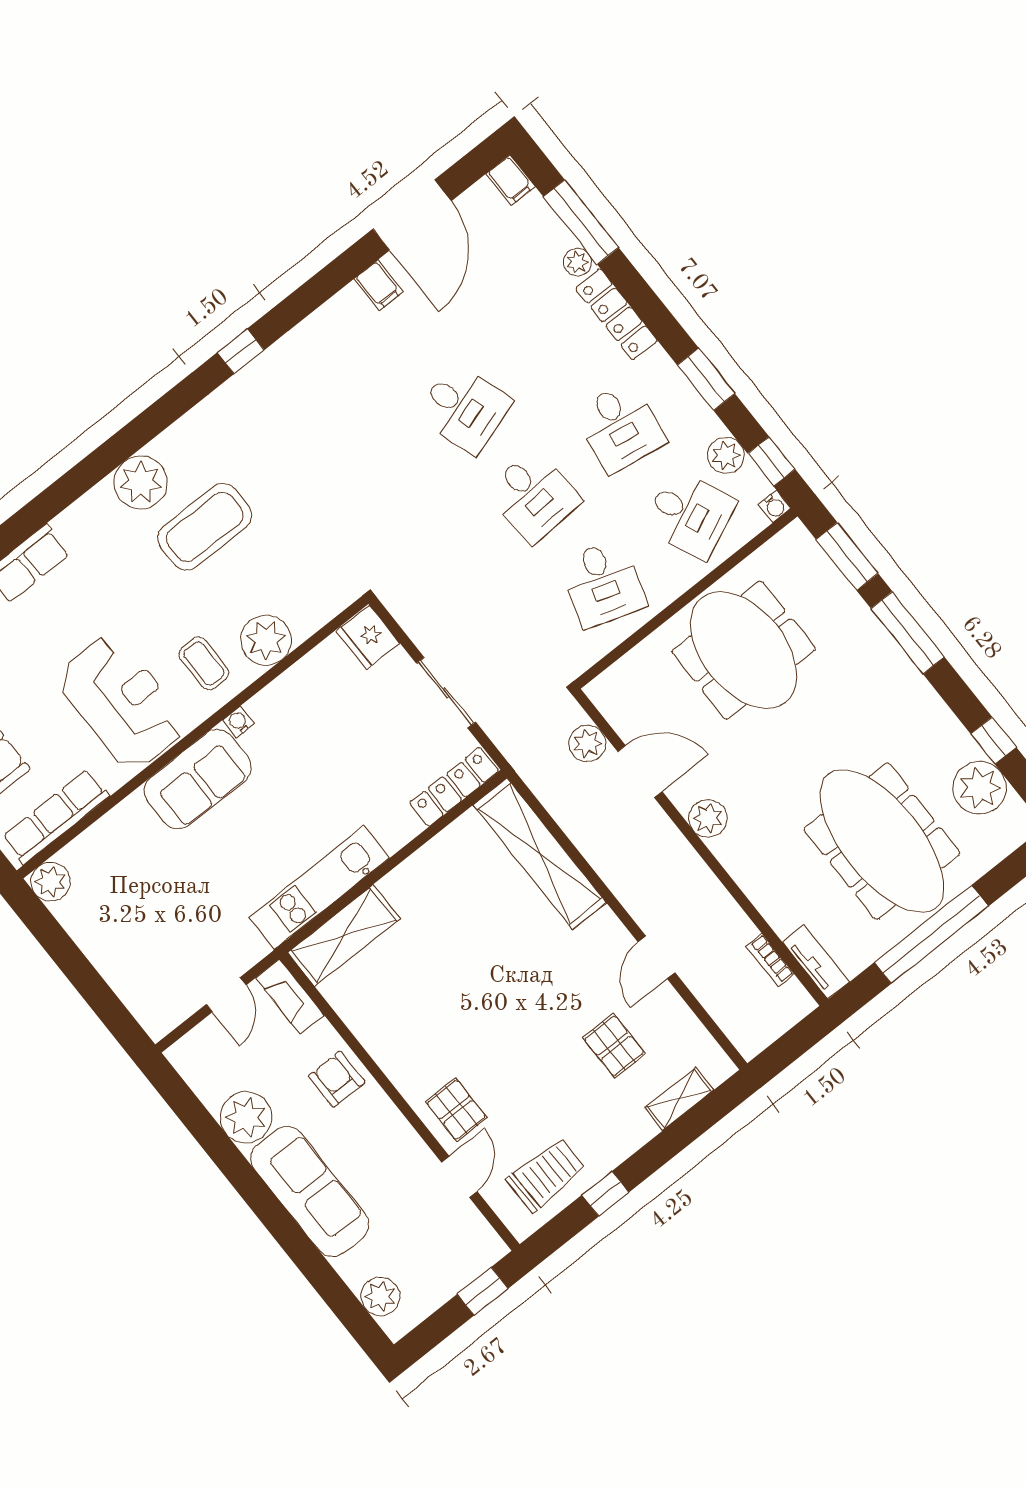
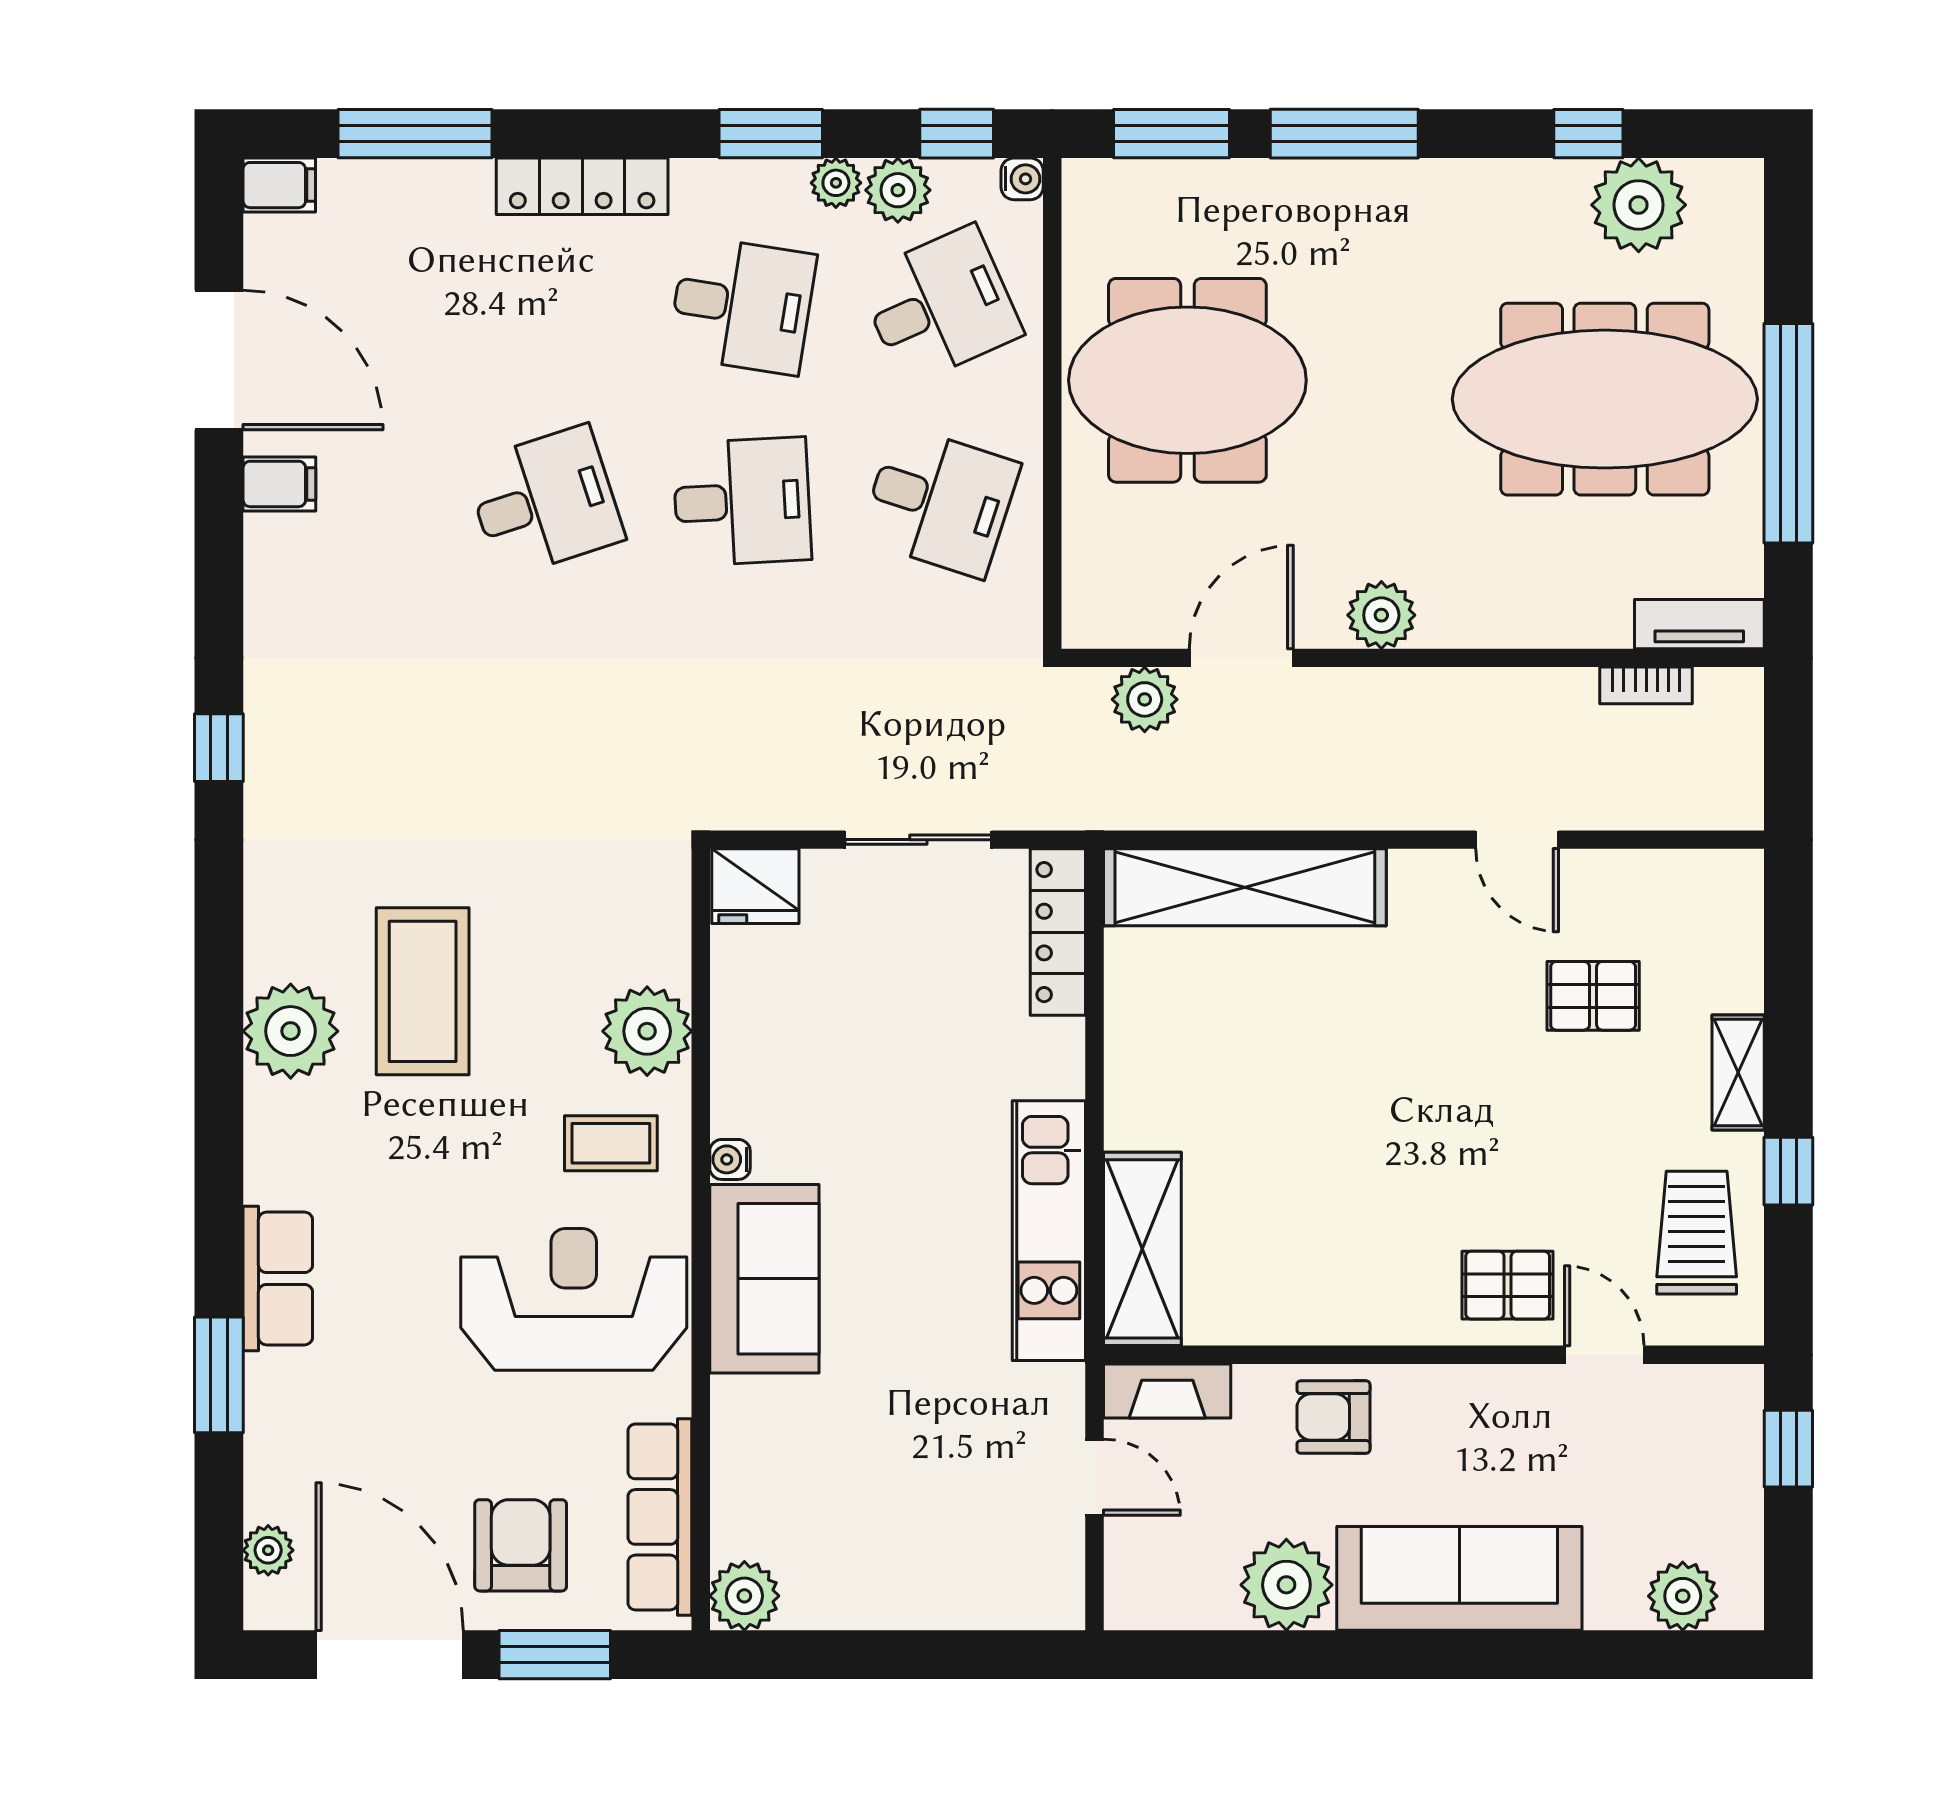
plant: (577, 262) -> (836, 183), moved
shelving: (679, 1099) -> (1738, 1073), moved

